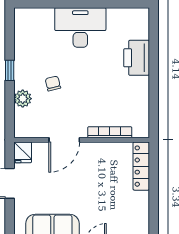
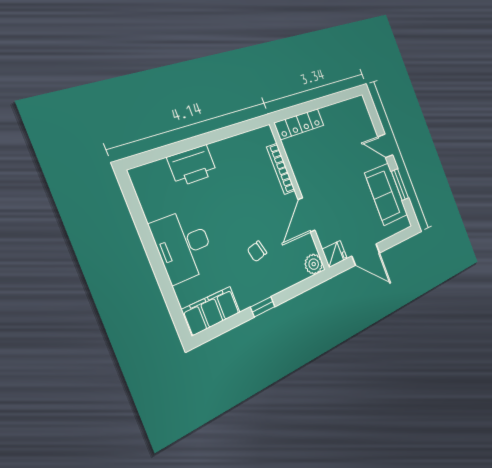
filing cabinet: (25, 29) -> (211, 311), added
plant: (23, 99) -> (314, 264), moved
door: (64, 140) -> (307, 215), swing flipped

